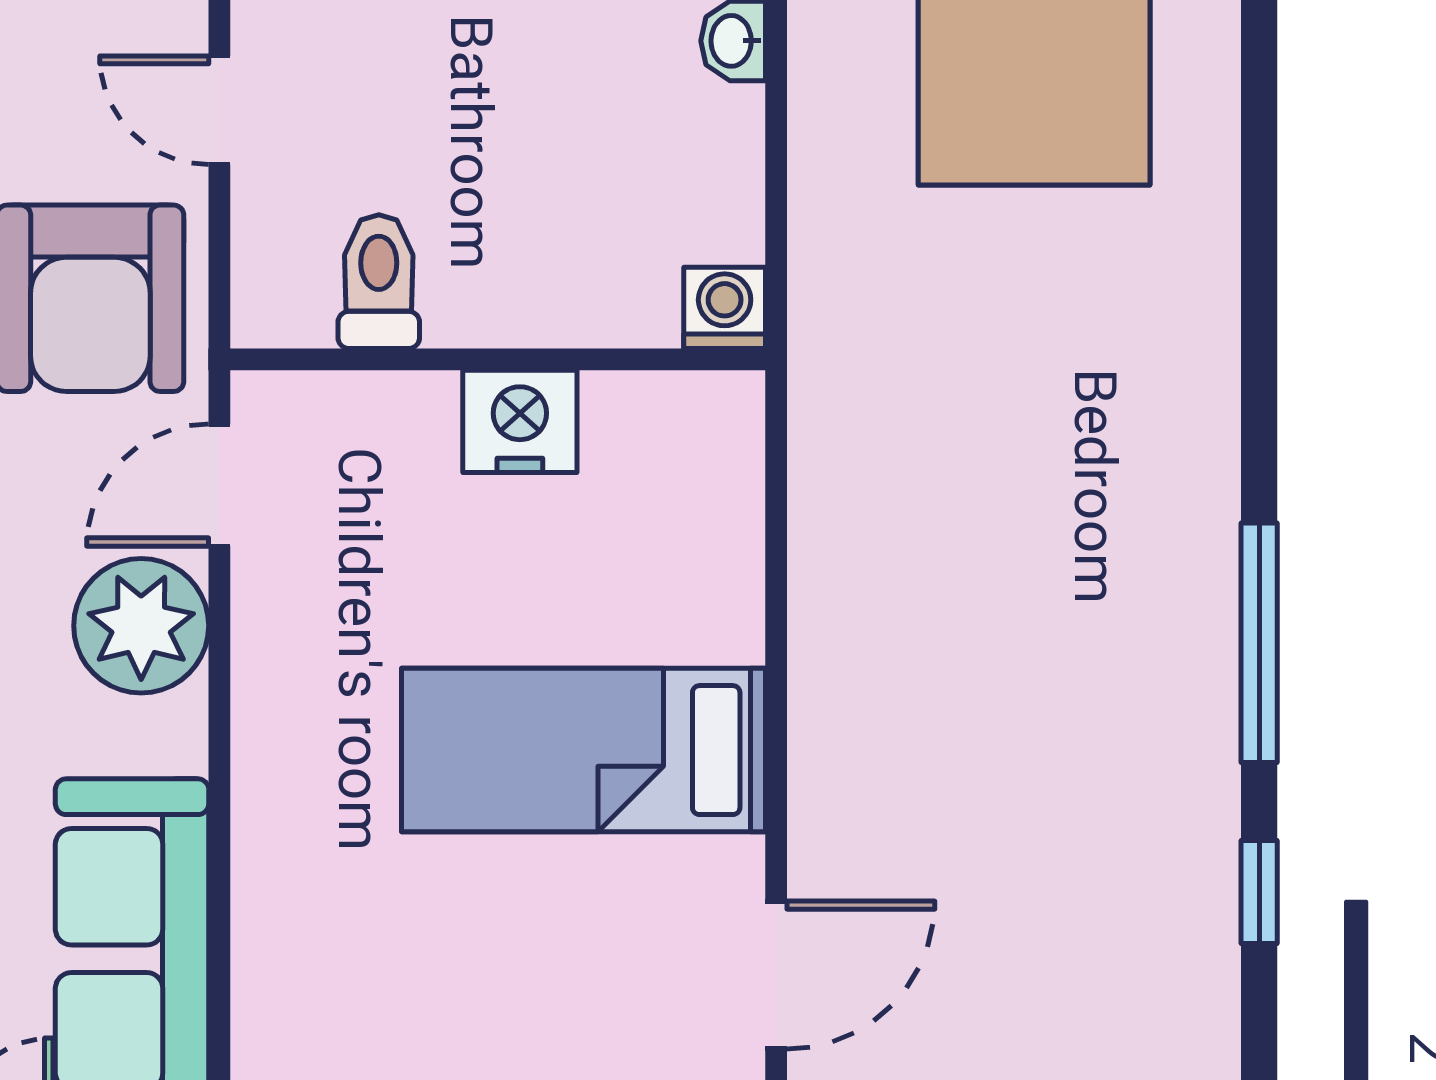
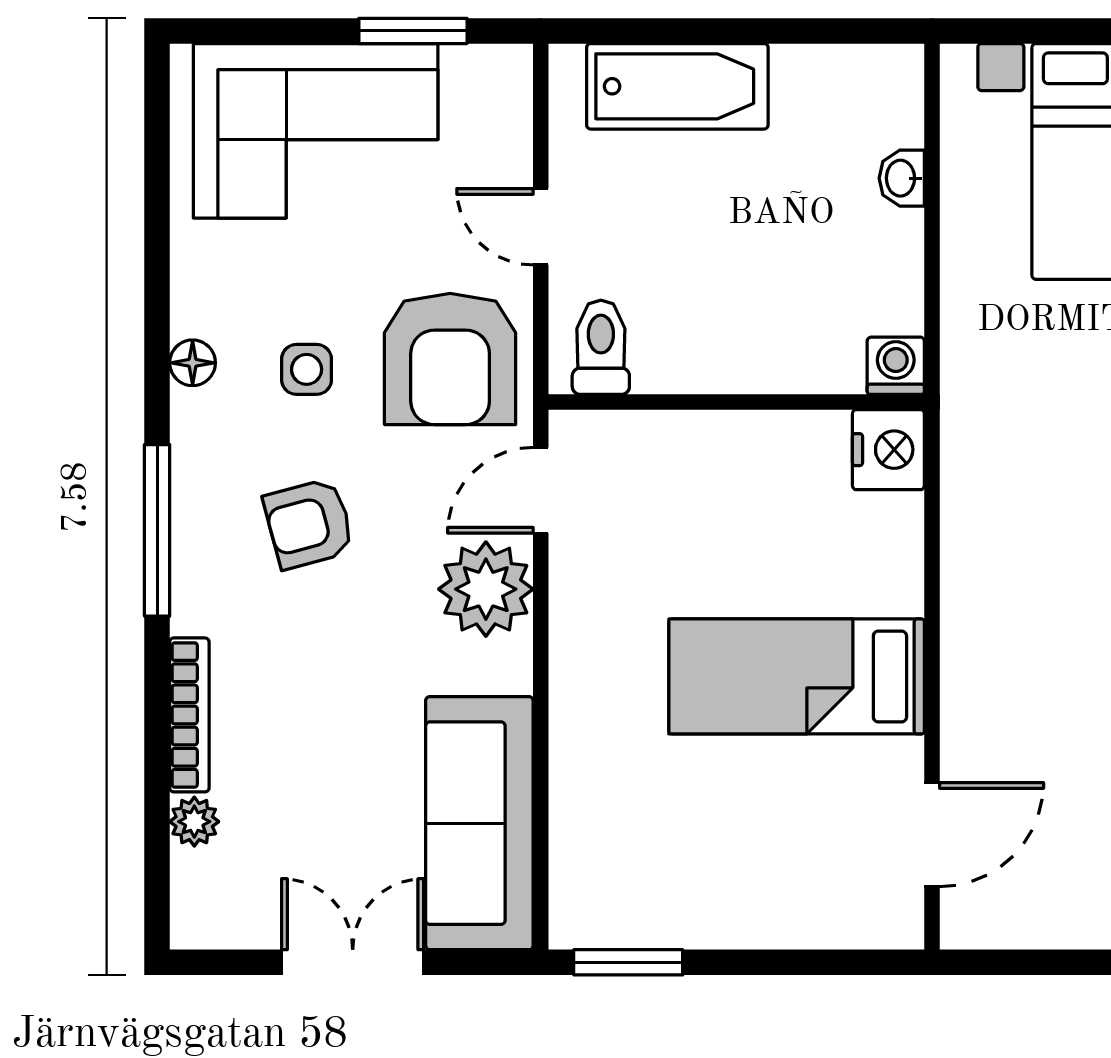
toilet: (379, 282) -> (601, 347), moved
nightstand: (520, 421) -> (888, 450), moved, turned 90

